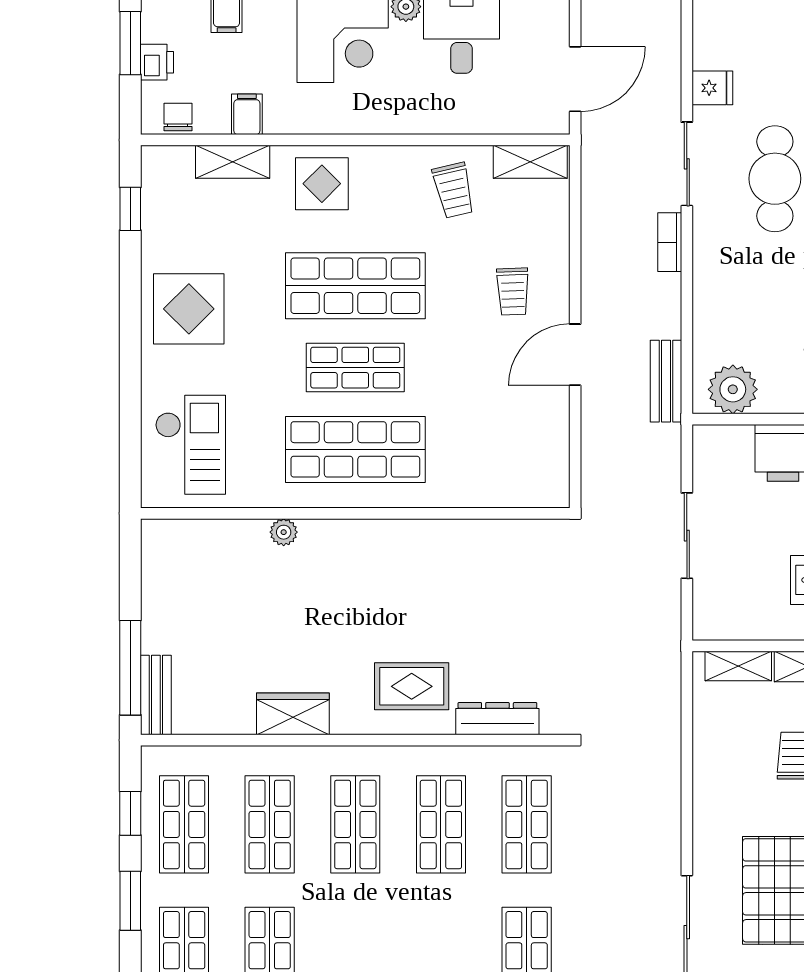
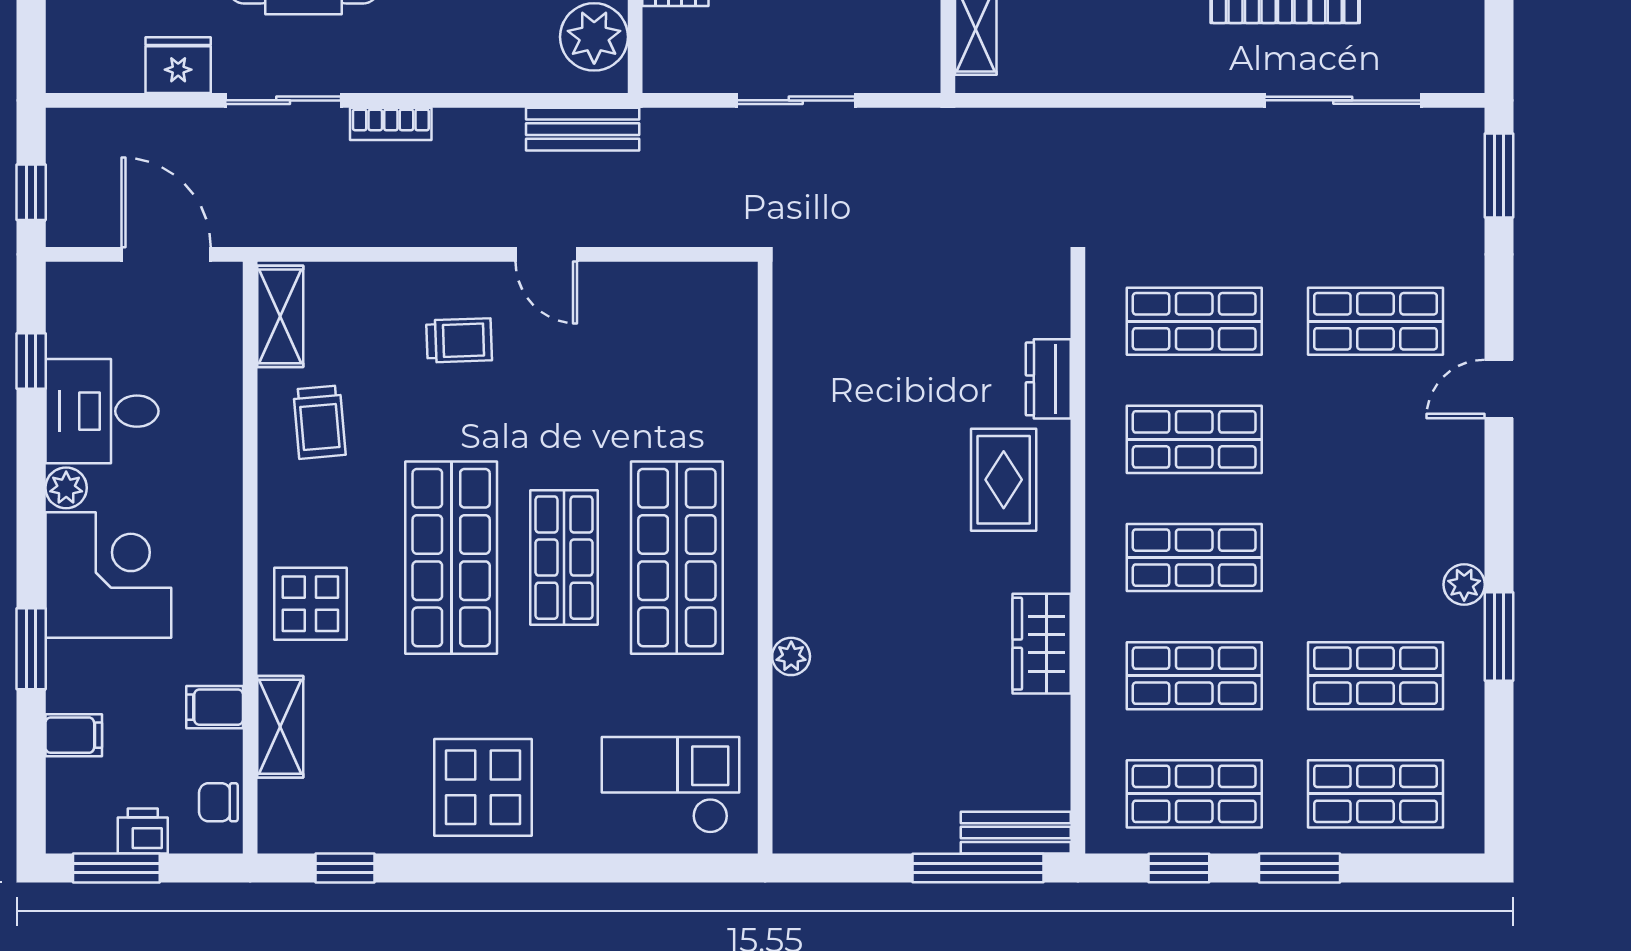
fridge: (712, 88) -> (178, 65), width x1.38
trolley: (454, 190) -> (319, 422), turned 98
door: (575, 355) -> (546, 254), width x0.73
dresser: (497, 719) -> (1048, 379), width x0.70

